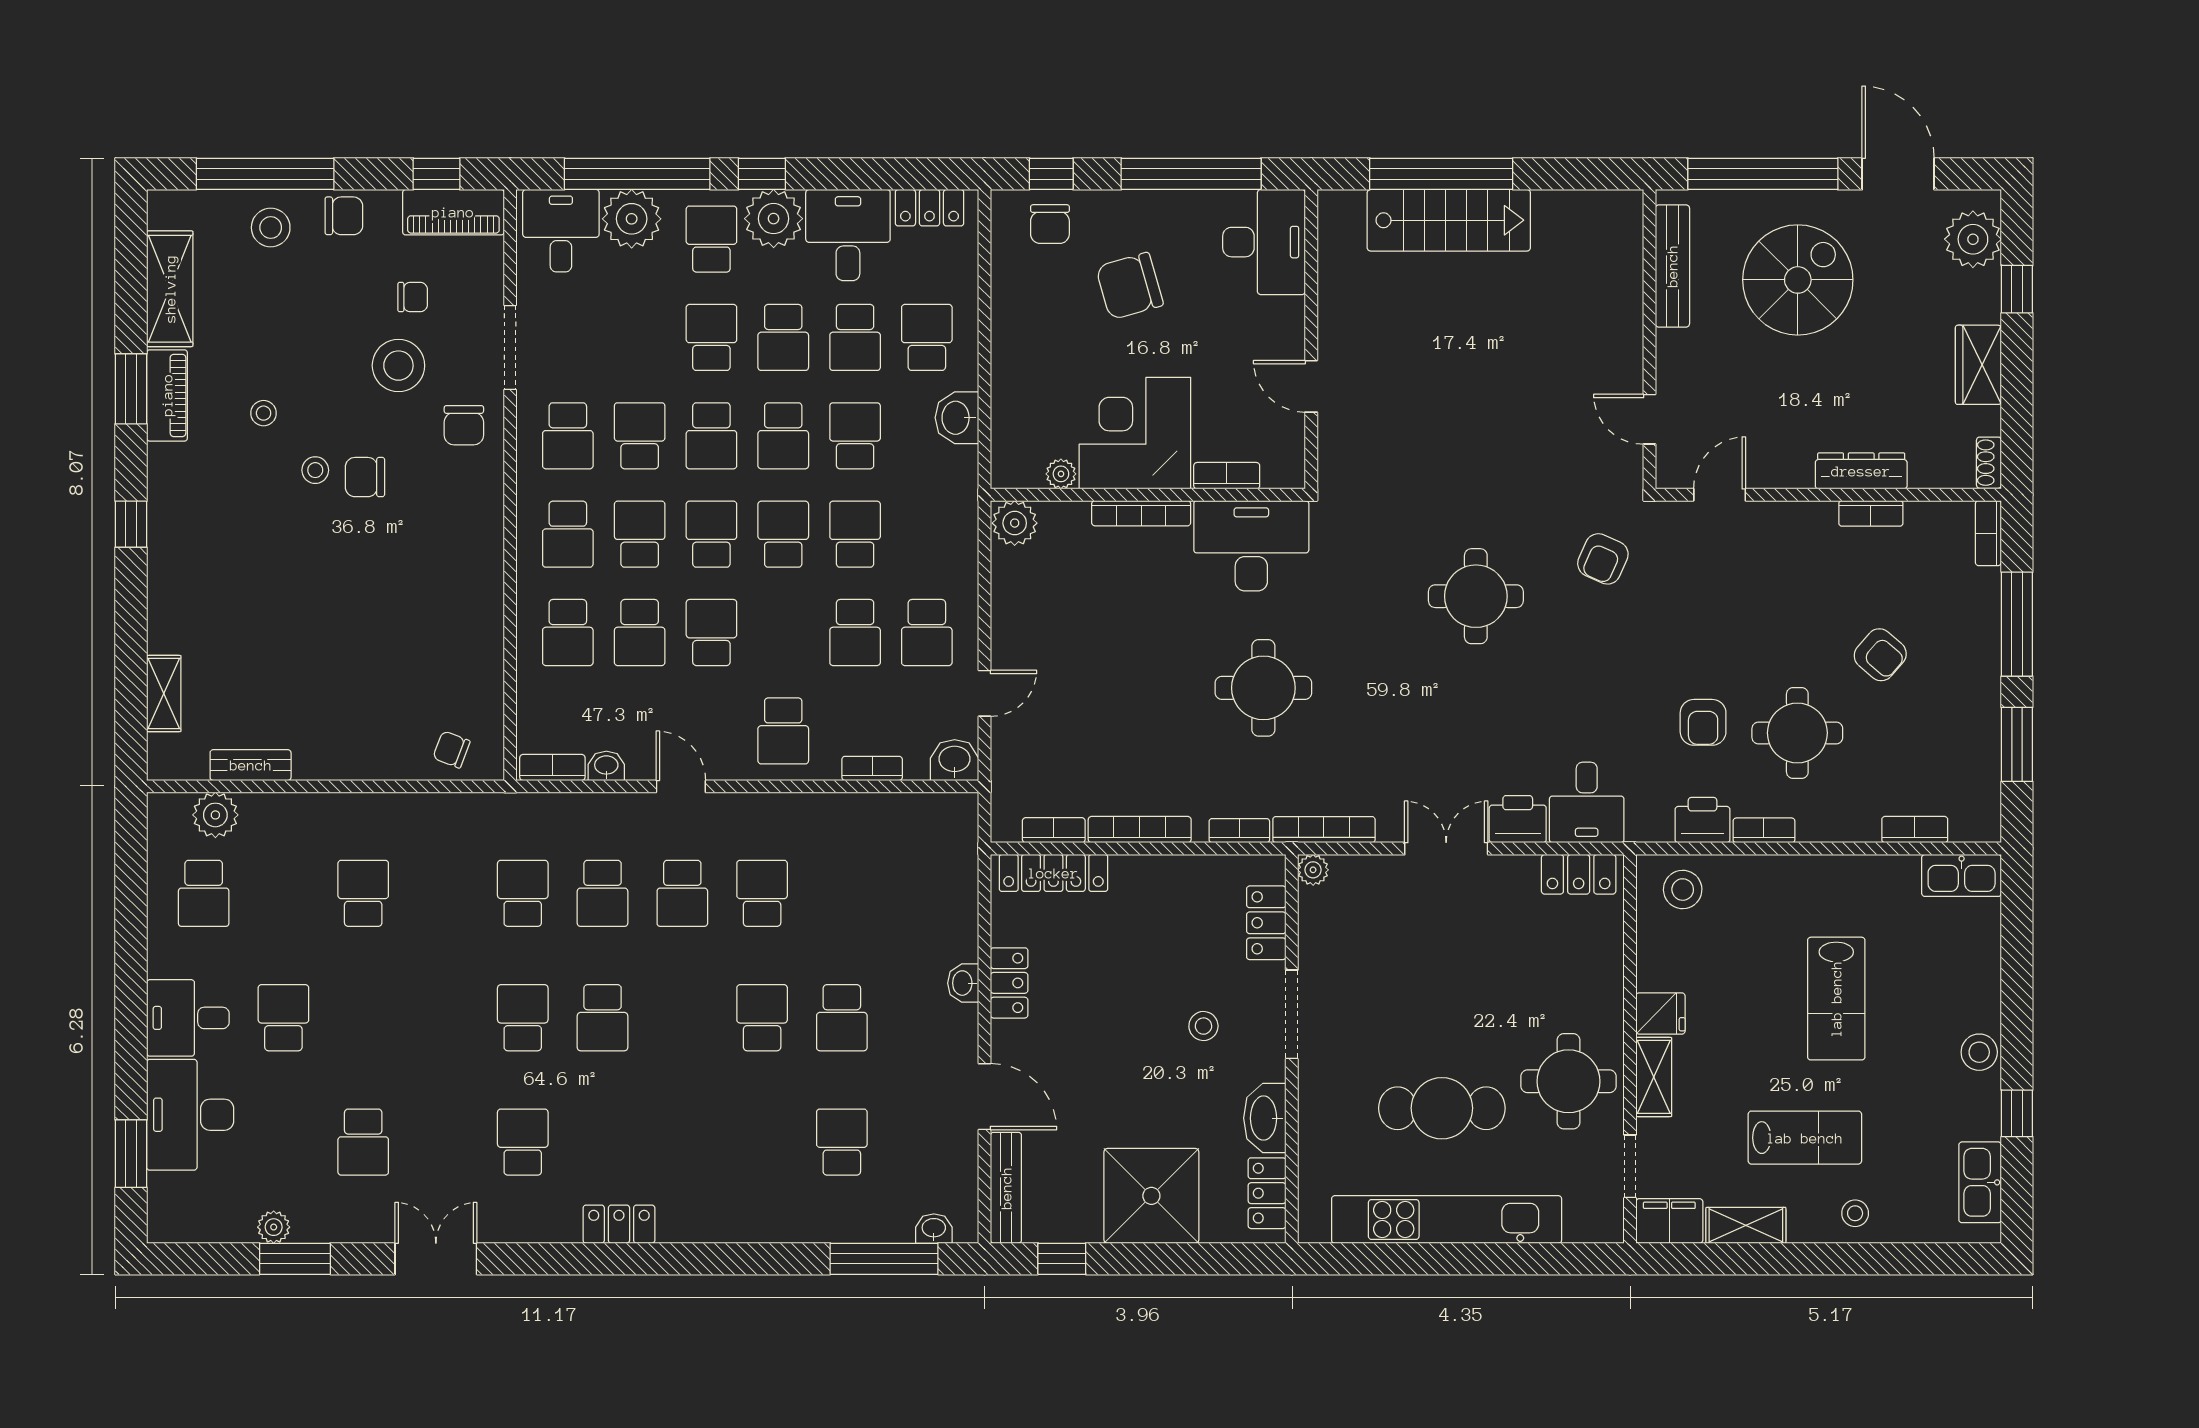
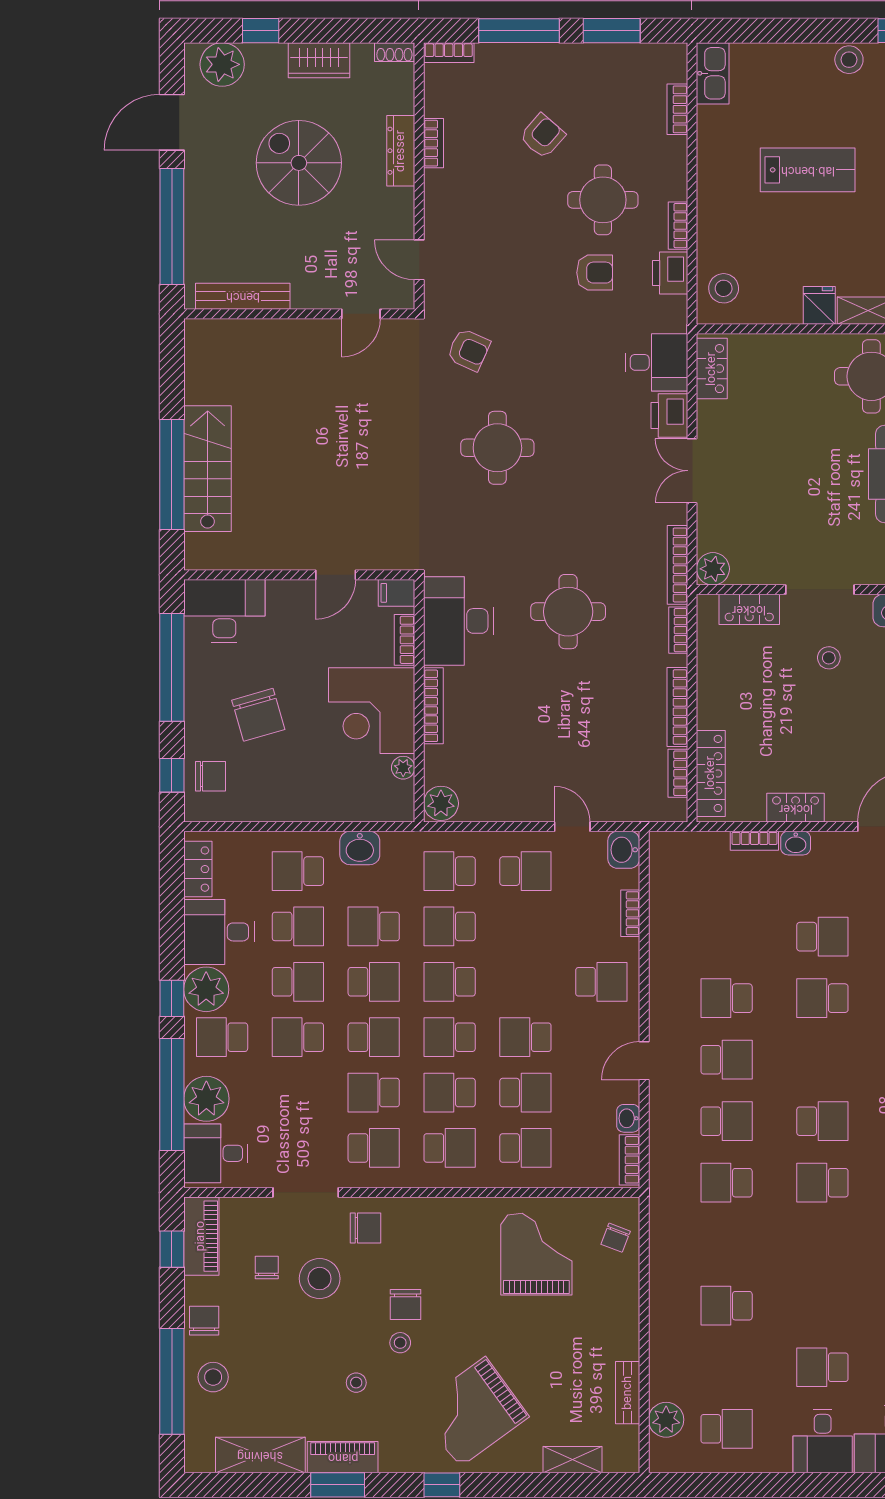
spiral stairs: (1798, 280) -> (299, 163), moved
filing cabinet: (1288, 465) -> (396, 593), added
grand piano: (225, 564) -> (472, 1412), added
school desk: (855, 633) -> (450, 871), moved, turned 180
grand piano: (430, 647) -> (536, 1254), added
plant: (1313, 870) -> (713, 569), width x1.38, depth x1.38
bookcase: (966, 930) -> (754, 841), added

